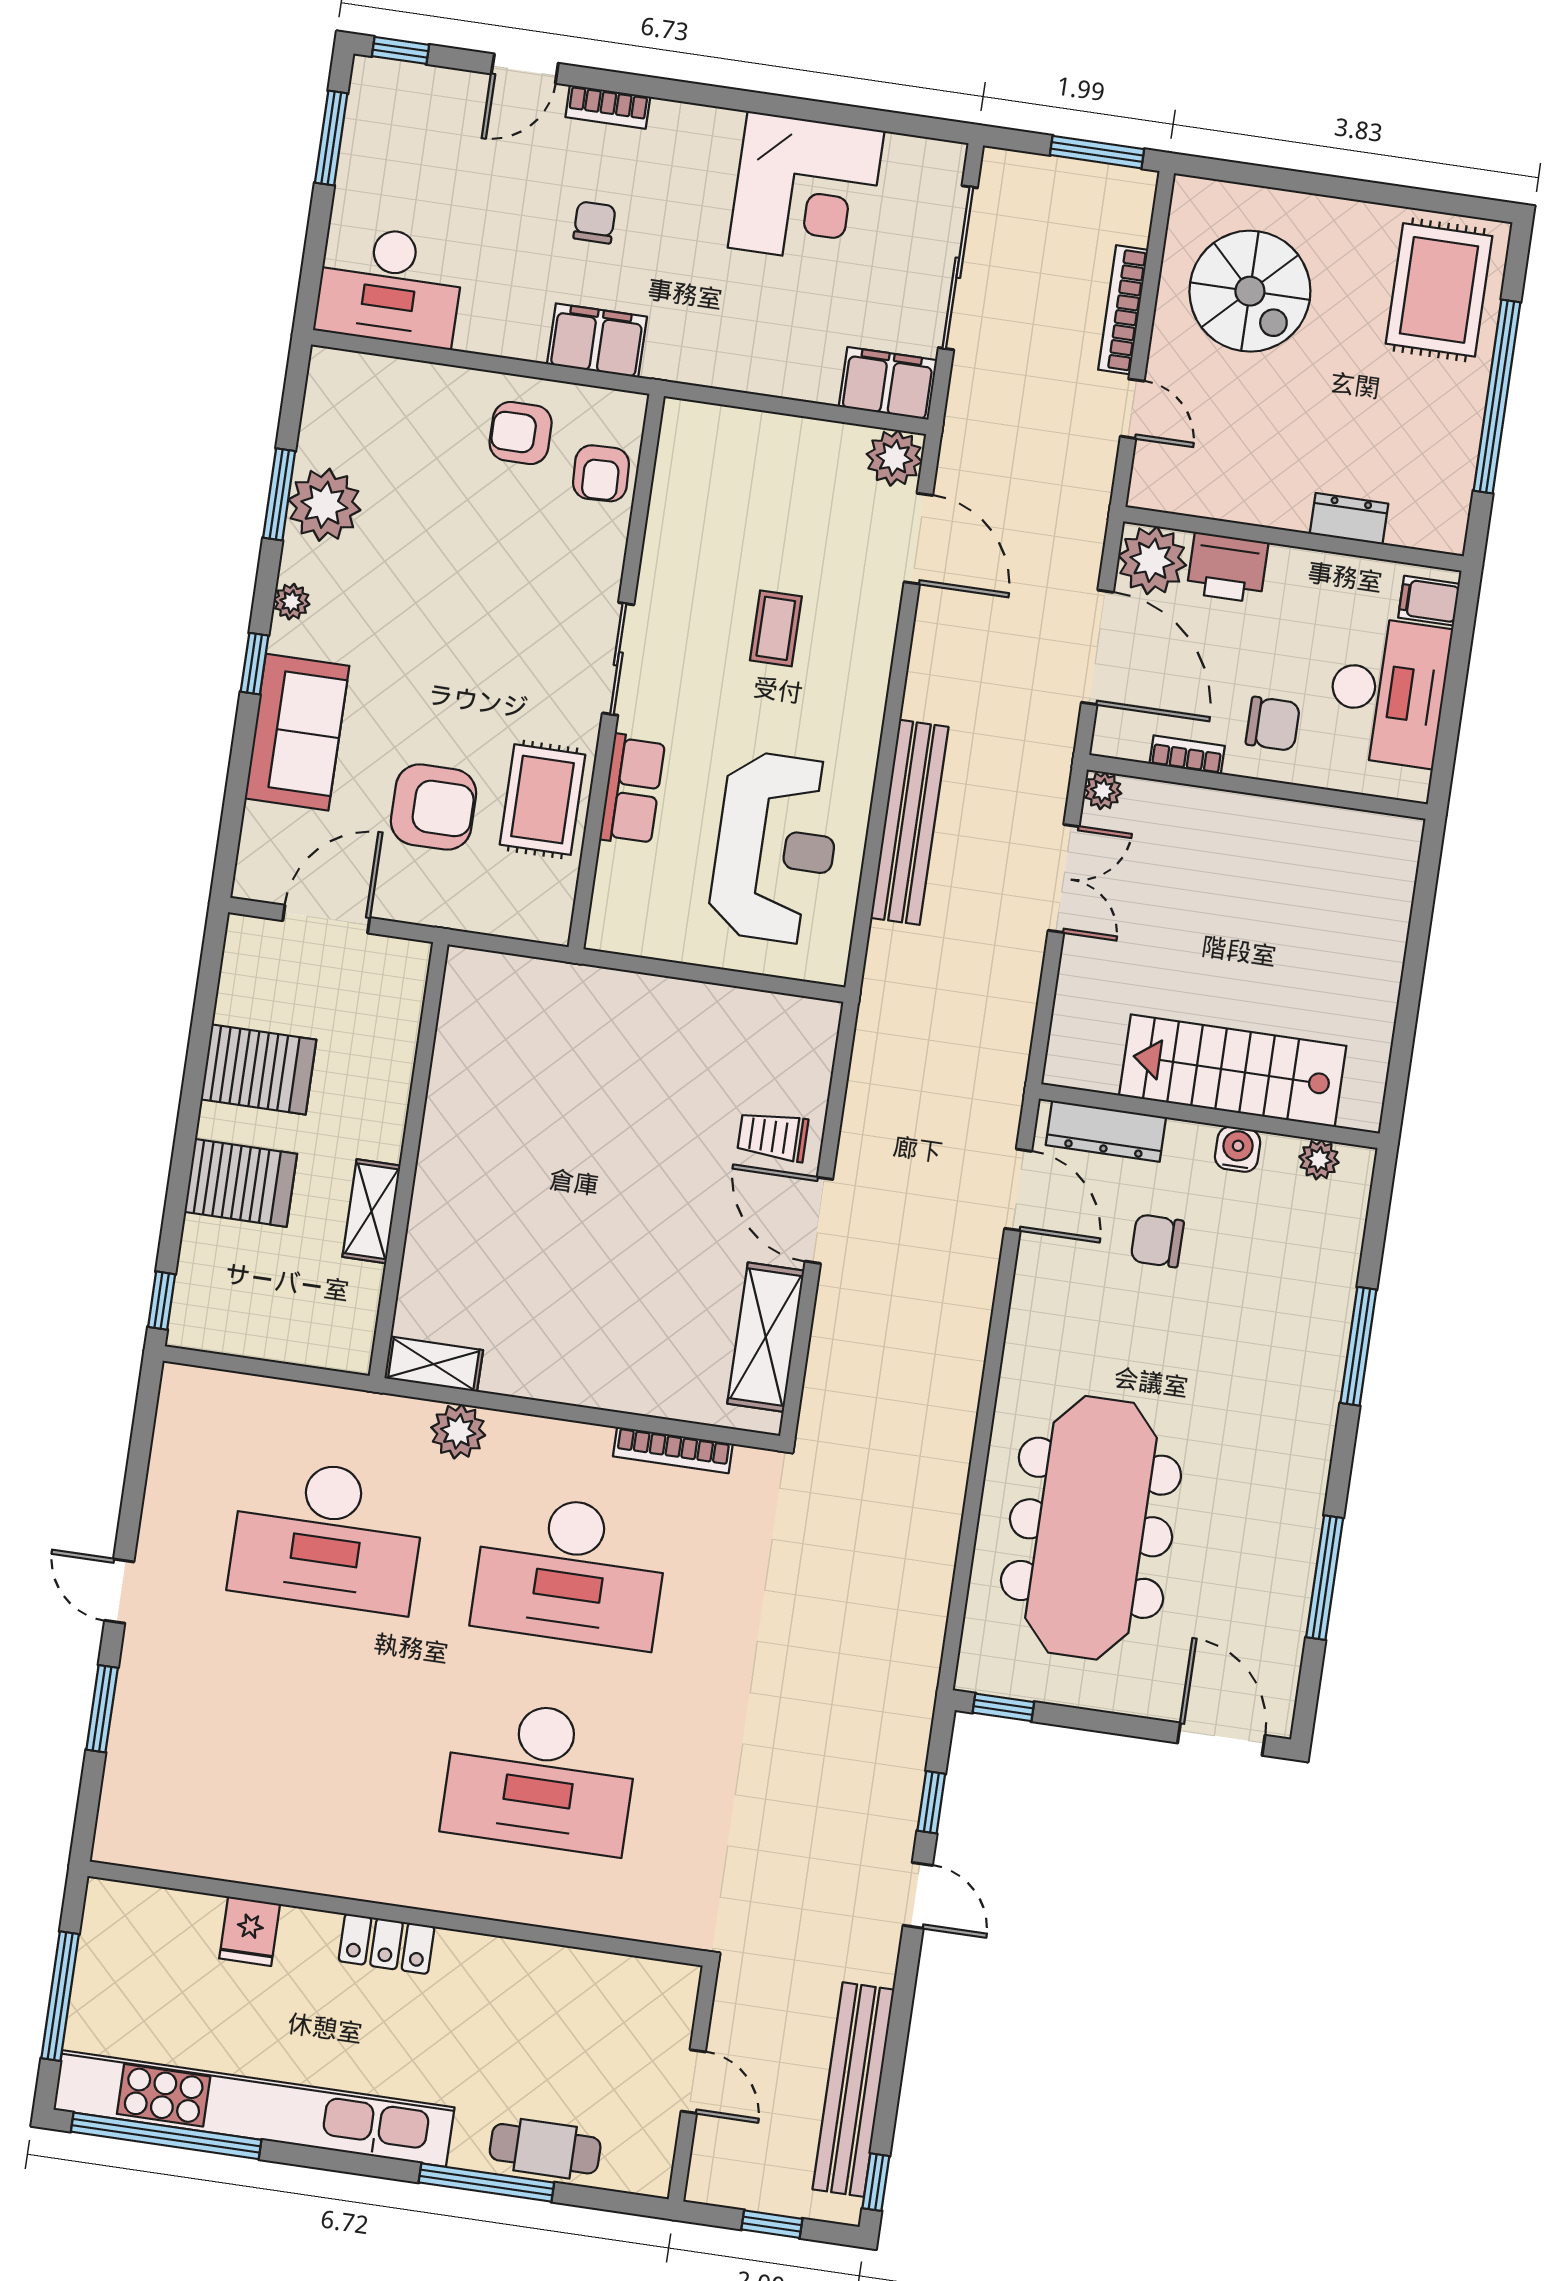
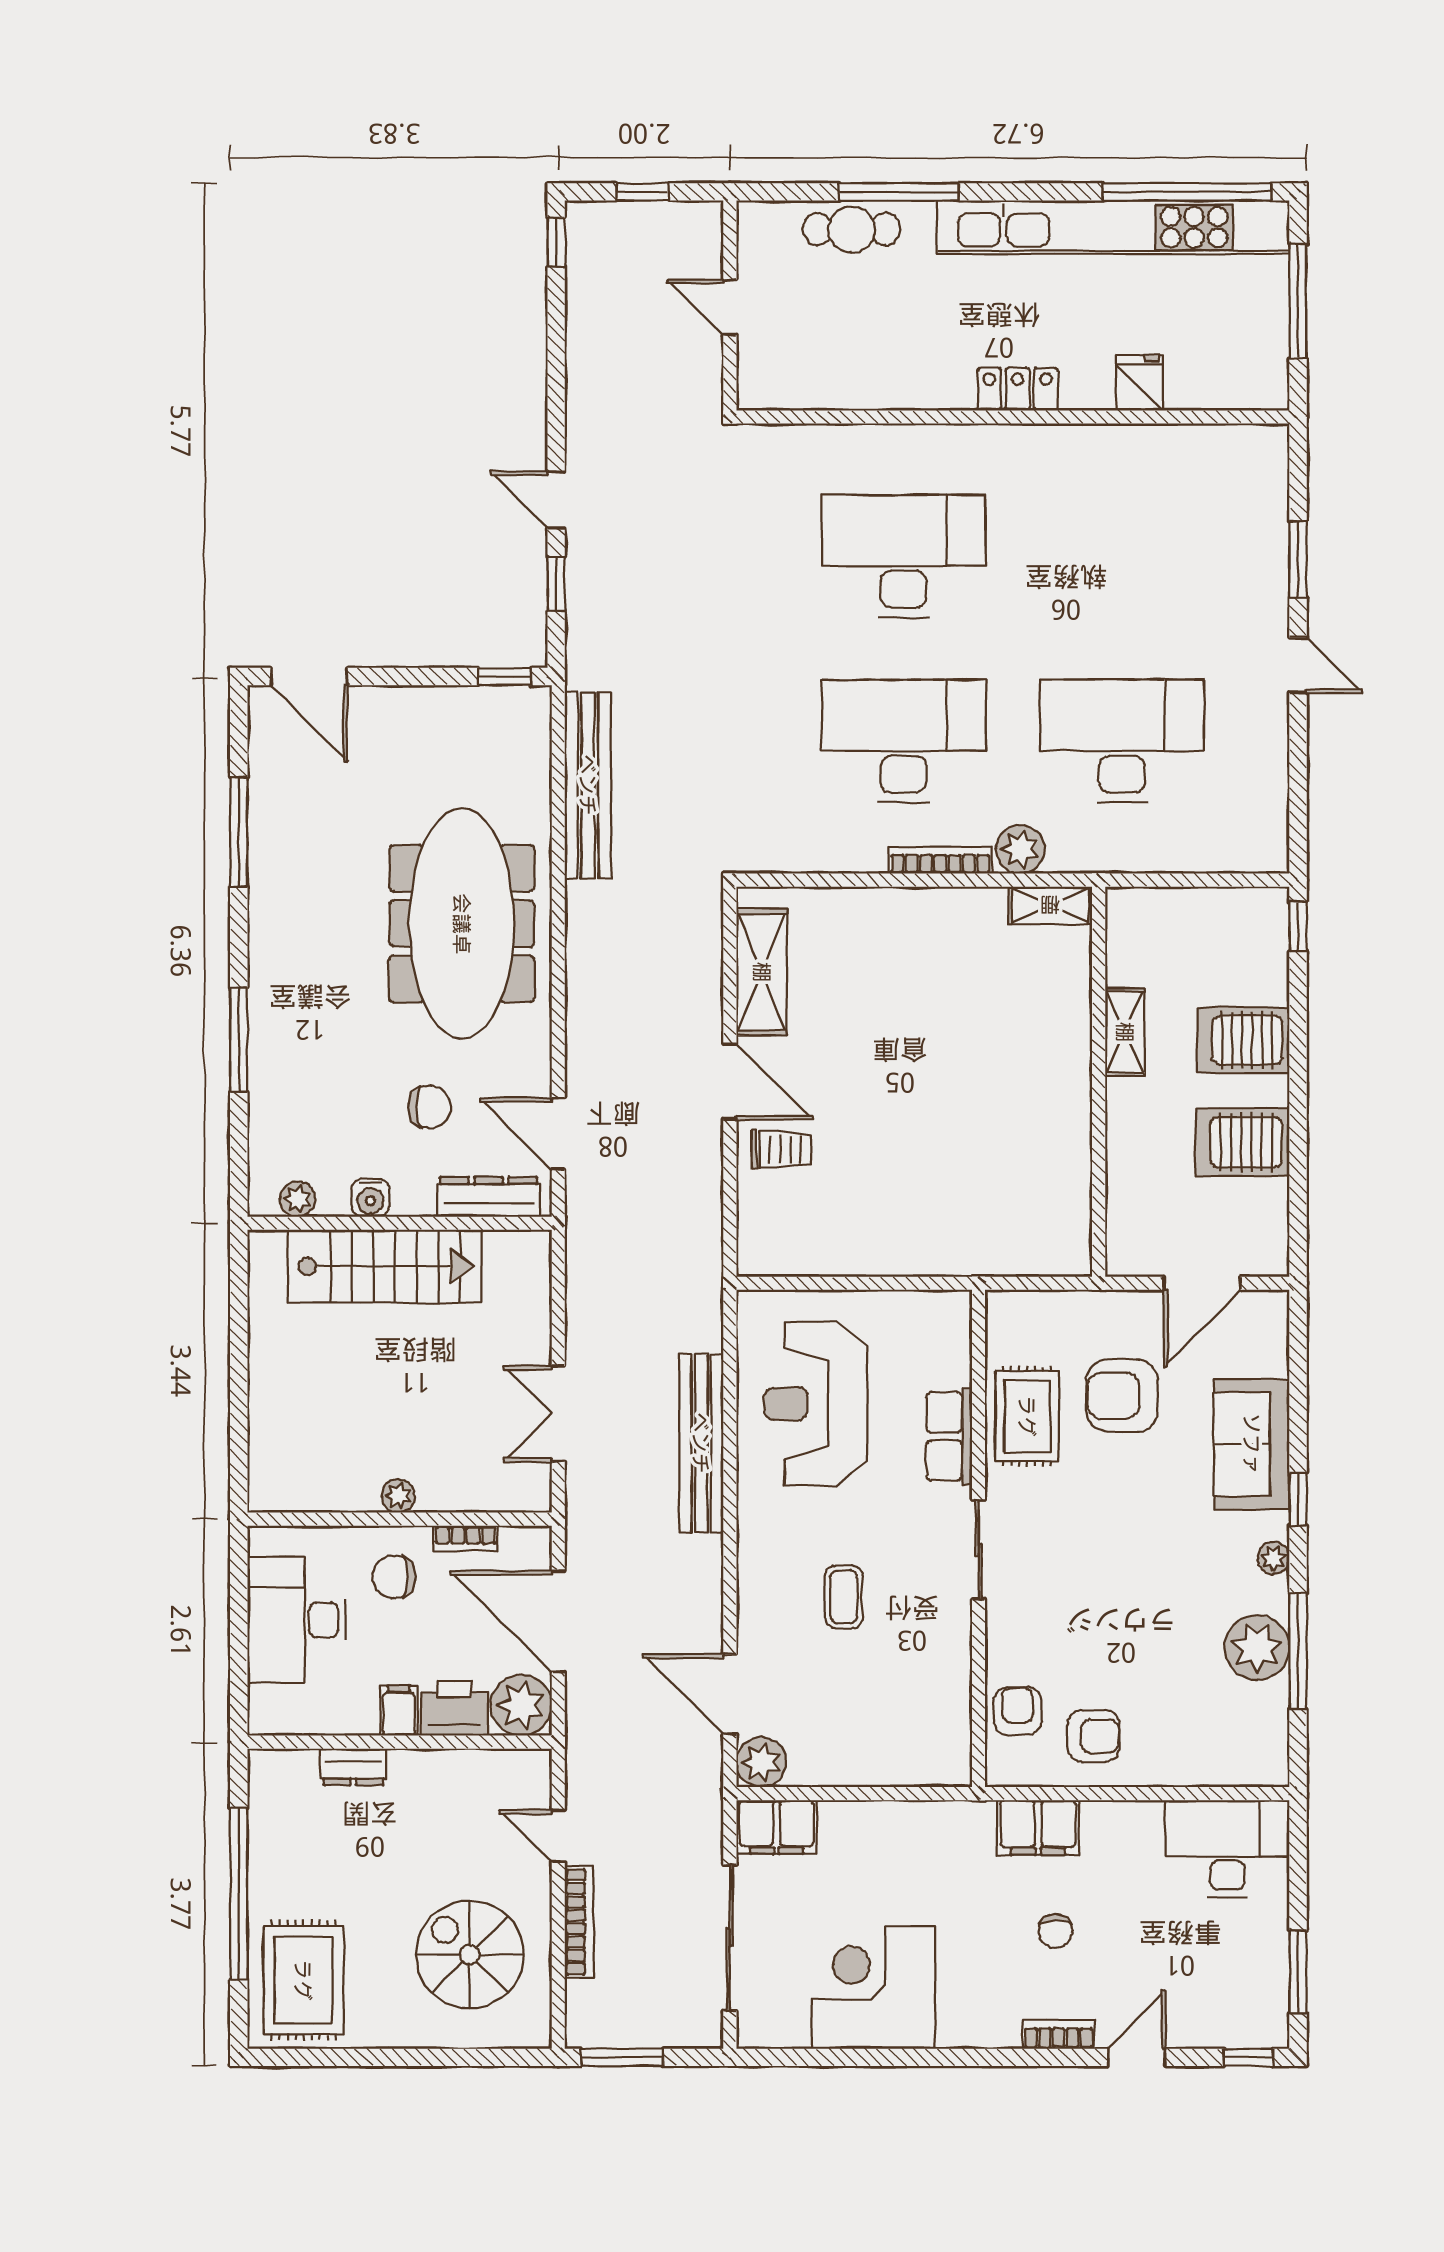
window: (279, 494) -> (1298, 1651), width x1.44
filing cabinet: (1429, 601) -> (399, 1711), moved, turned -90
plant: (1103, 791) -> (398, 1496), moved
bookcase: (673, 1450) -> (940, 860), moved
meeting table: (1091, 1528) -> (462, 924), moved
bench: (853, 2090) -> (588, 785), moved

